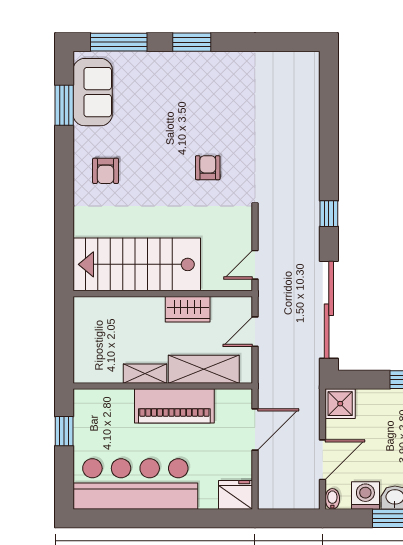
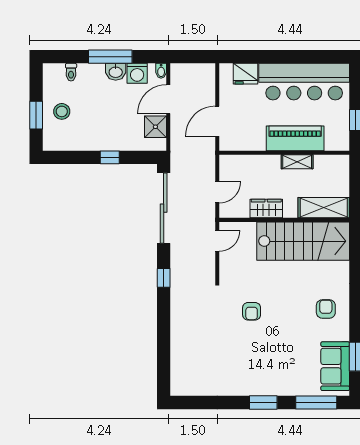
shelving: (204, 369) -> (324, 208), moved
shower: (340, 404) -> (155, 127), moved
piano: (174, 406) -> (295, 138), moved
fridge: (236, 495) -> (245, 74), moved

